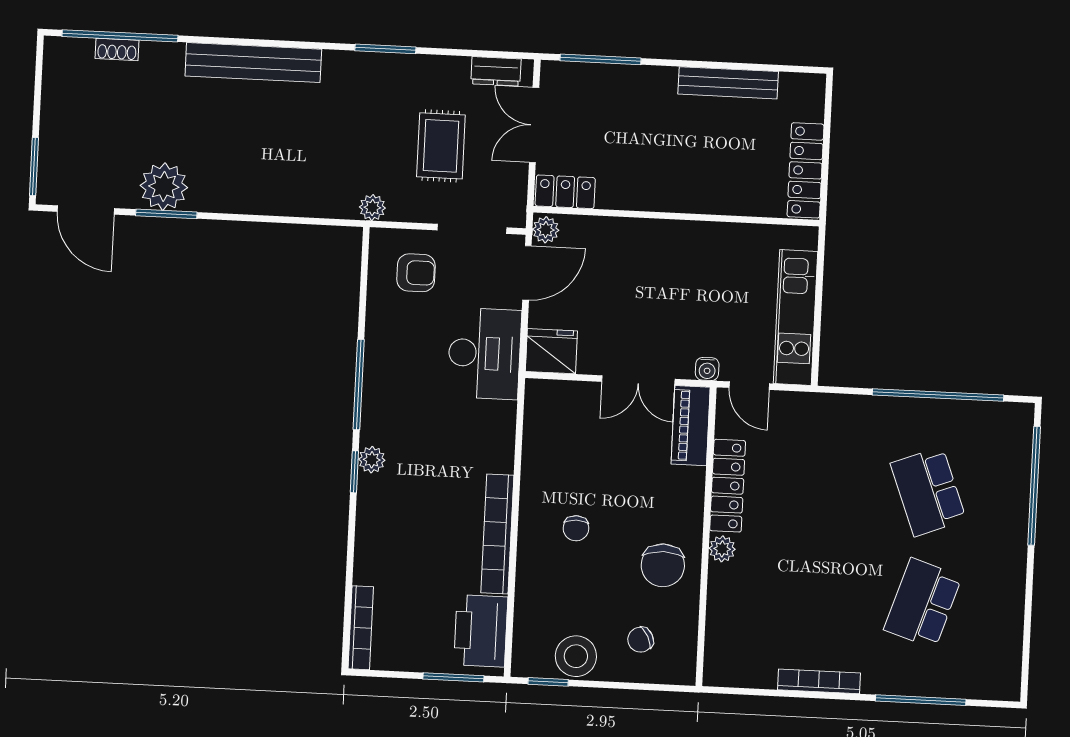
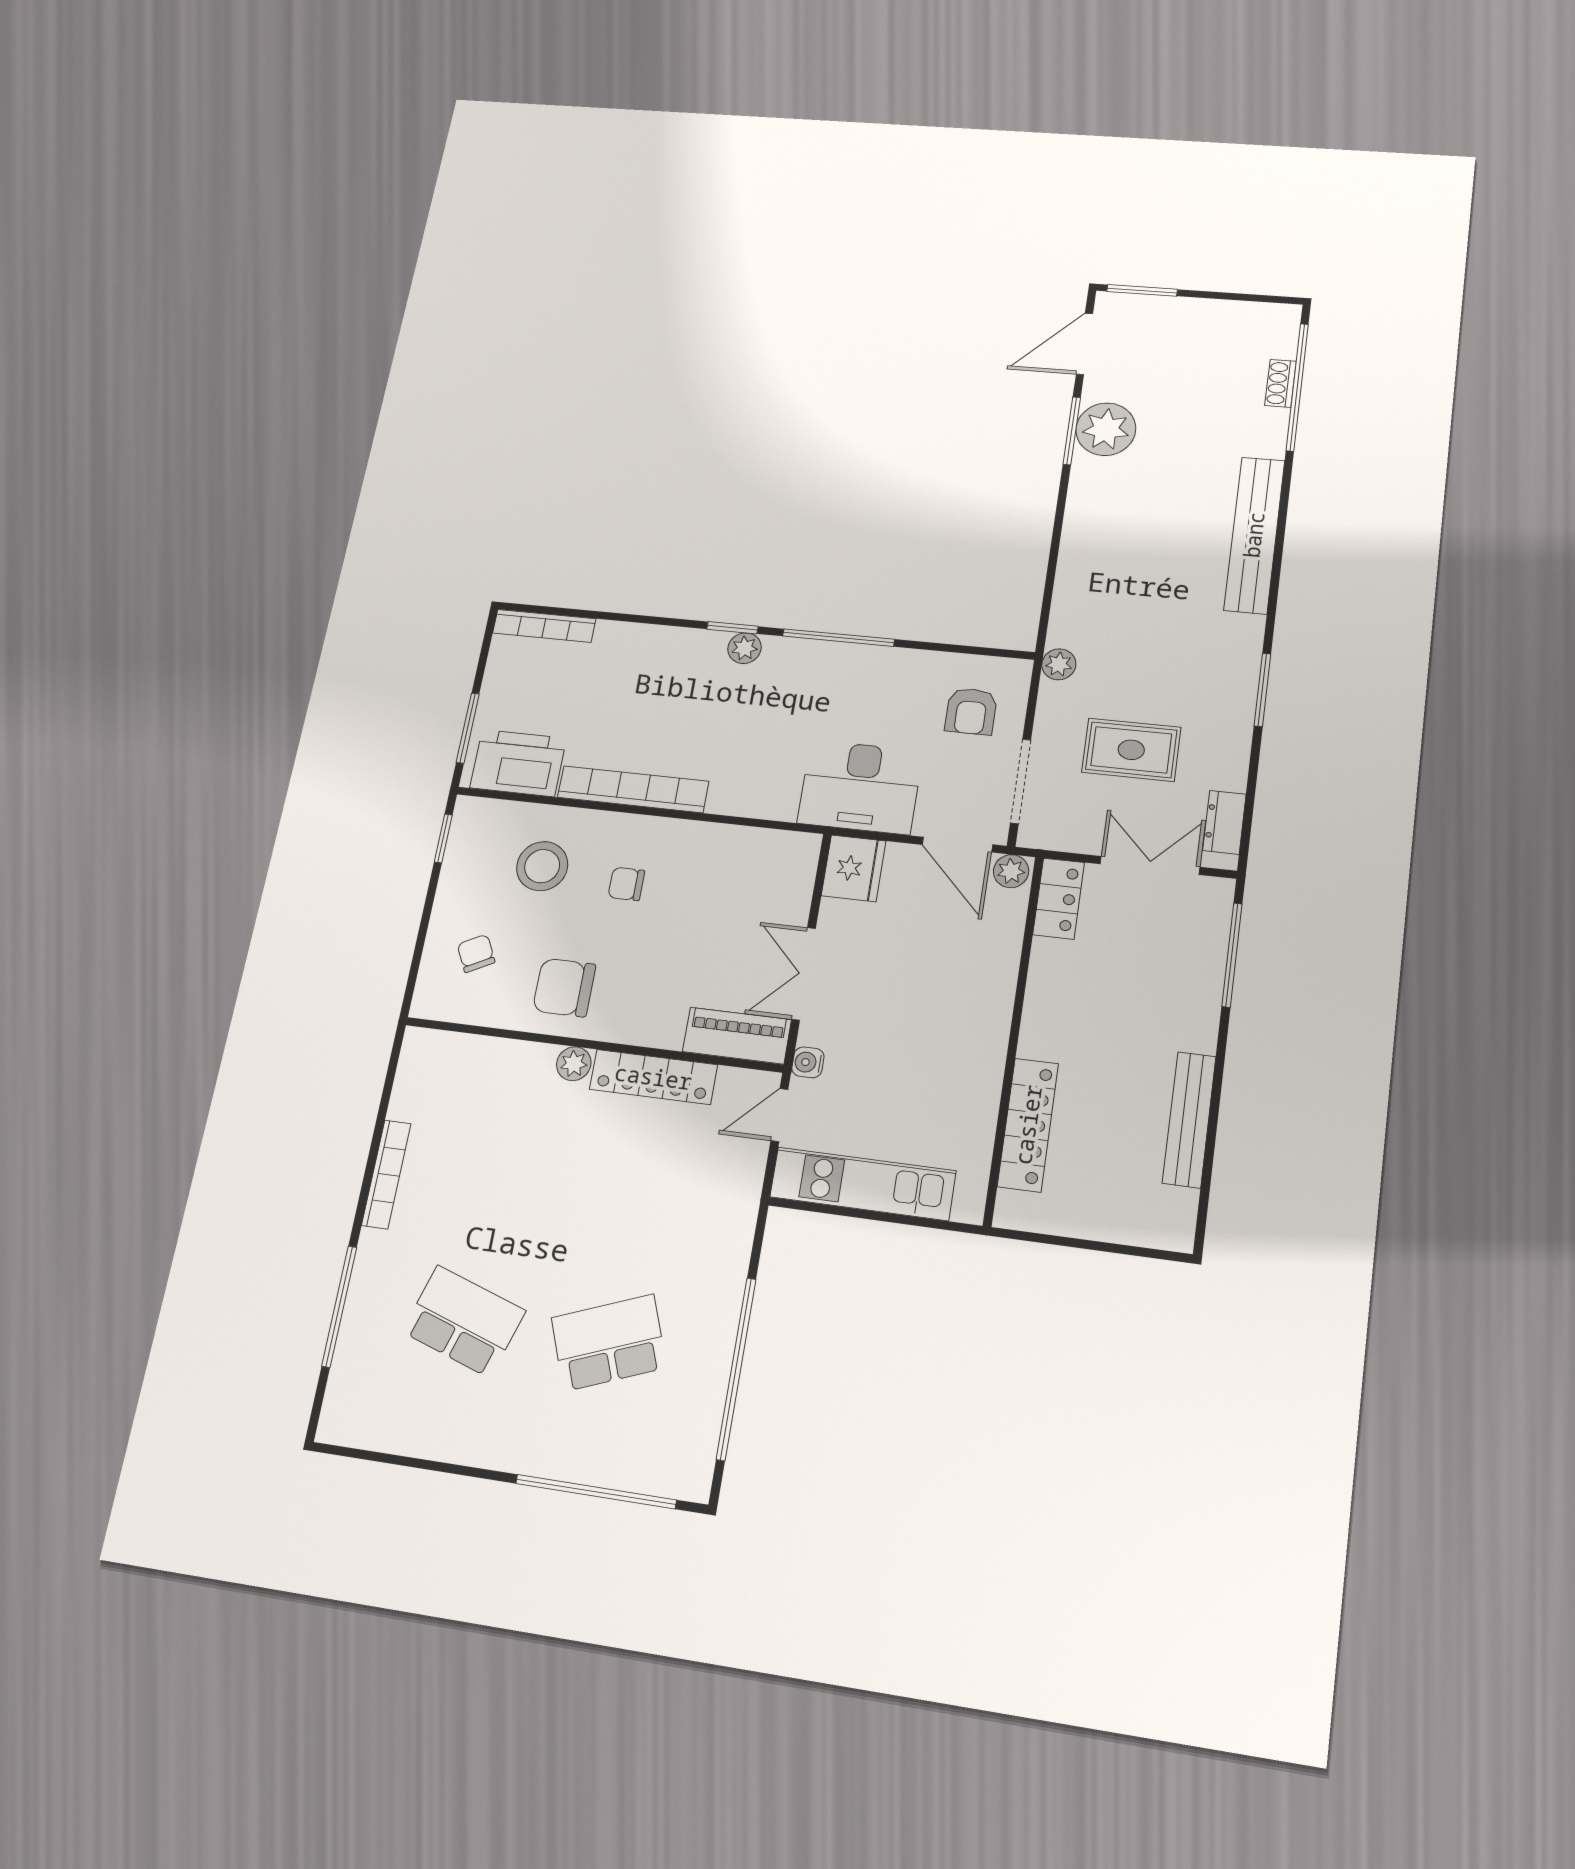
locker: (806, 170) -> (1028, 1125), moved, turned 90
stool: (576, 656) -> (542, 866), moved

